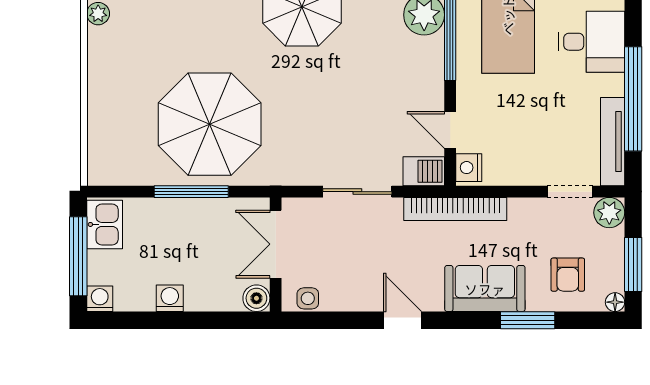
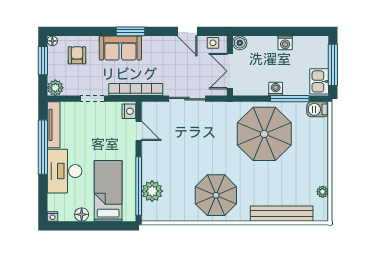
desk: (592, 42) -> (65, 171), width x1.37
barbecue: (424, 171) -> (318, 109), moved
window: (191, 192) -> (290, 99), moved
doorway: (570, 192) -> (92, 99), moved
double door: (276, 244) -> (230, 71), swing flipped
washing machine: (100, 299) -> (276, 89), moved, turned 180
door: (403, 320) -> (187, 31), moved
window: (528, 320) -> (131, 31), moved

